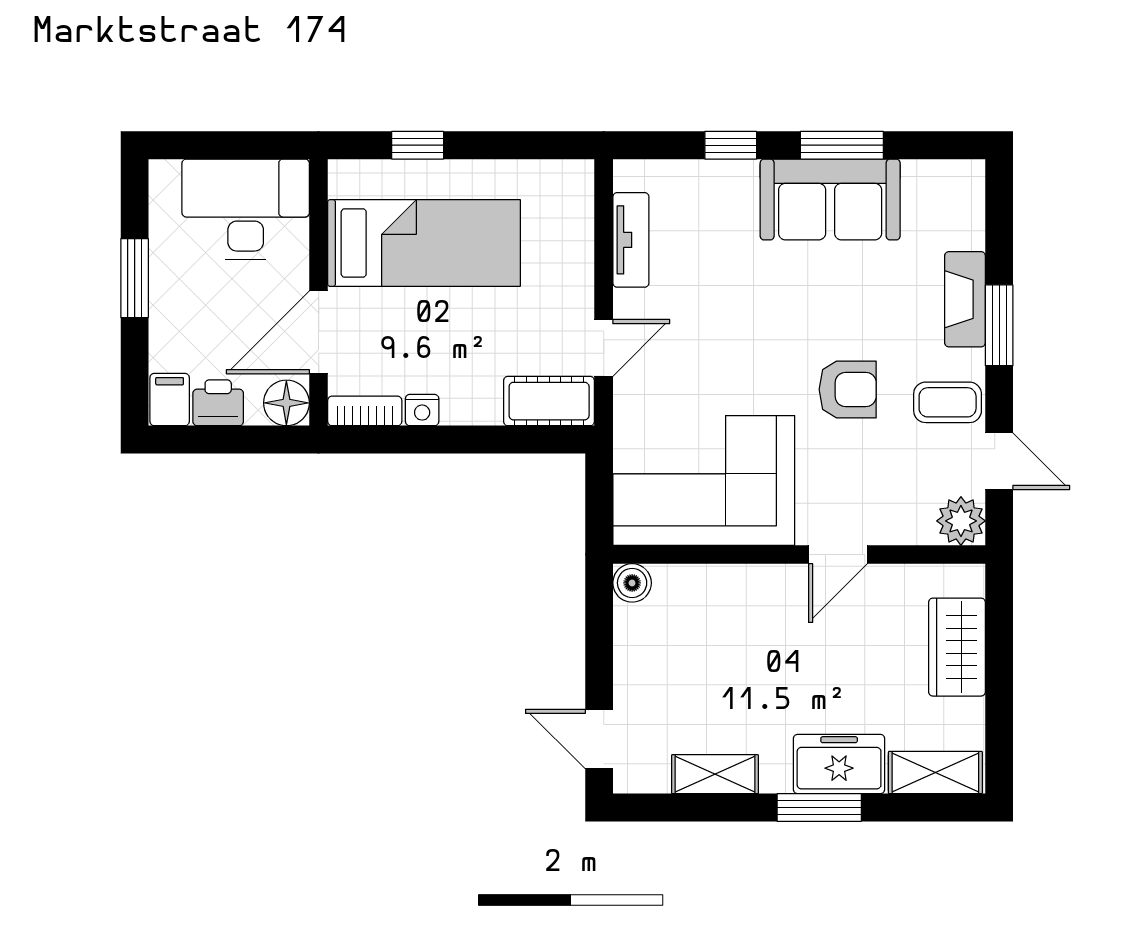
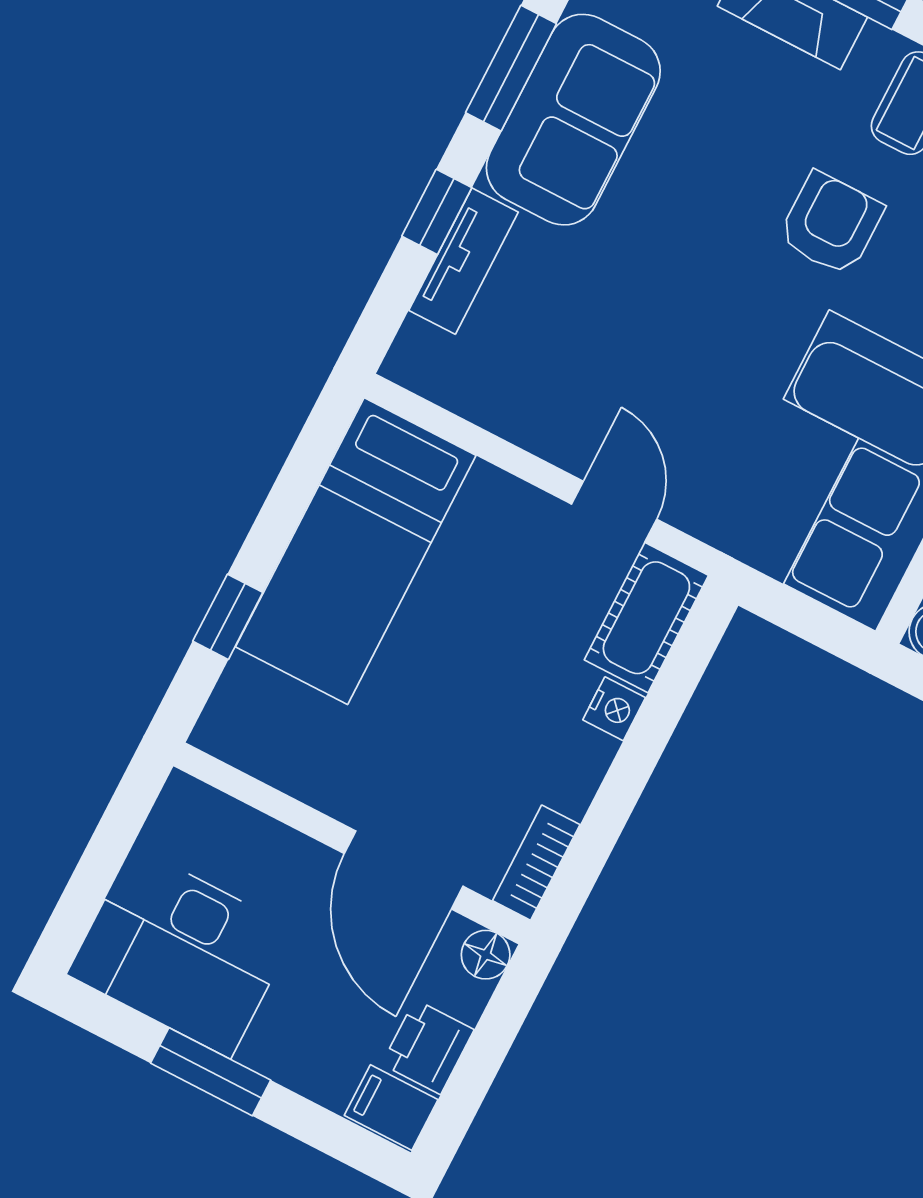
desk: (246, 209) -> (182, 952), moved, turned -90
tv unit: (631, 240) -> (464, 261), moved, turned 90
bed: (424, 243) -> (356, 551), moved, turned 180
floor lamp: (286, 403) -> (486, 955), width x0.73, depth x0.73
nightstand: (422, 410) -> (614, 709), moved

